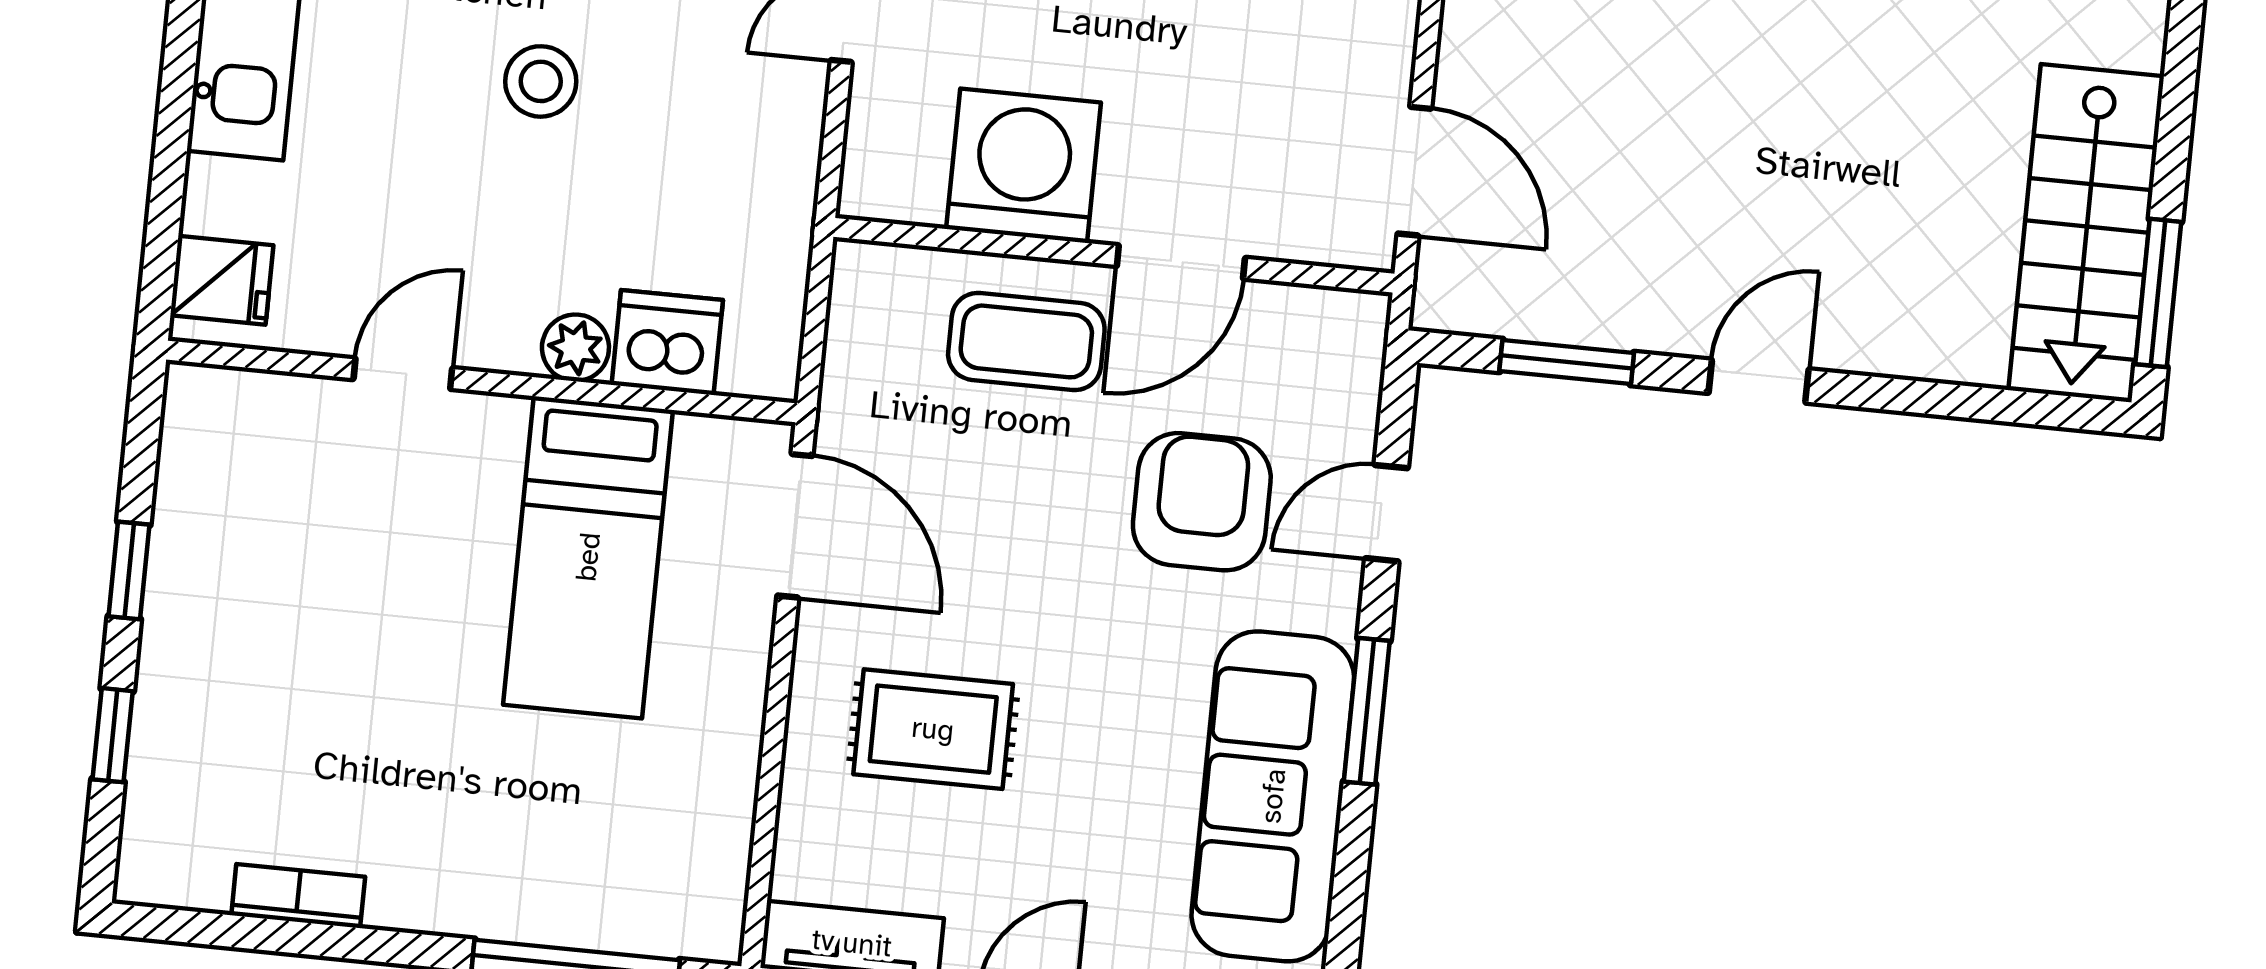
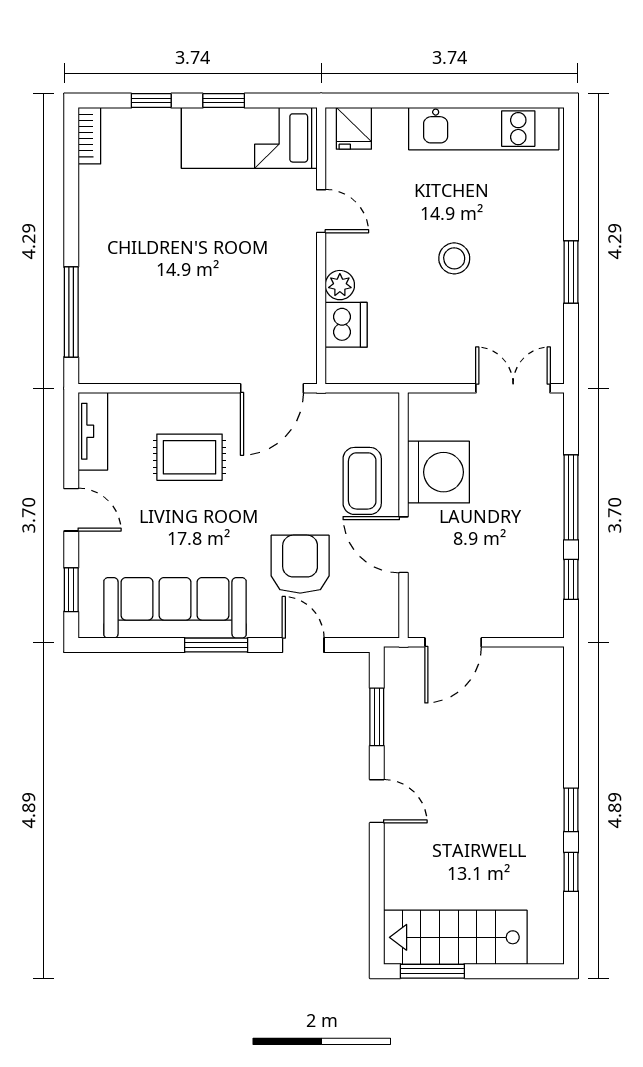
armchair: (1202, 502) -> (300, 564), turned -90
bed: (588, 557) -> (249, 138), moved
rug: (933, 729) -> (190, 457), turned 90
bookcase: (298, 896) -> (89, 136), moved

